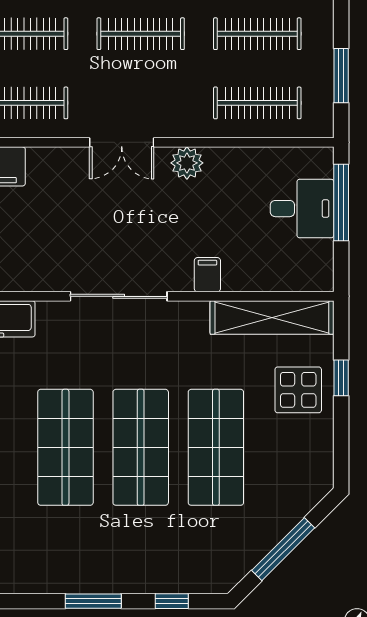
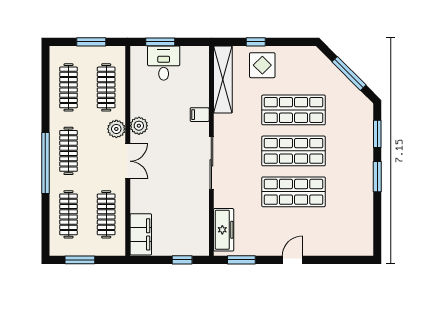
plant: (181, 122) -> (116, 129), added
window: (341, 202) -> (160, 42), width x0.69
window: (172, 601) -> (377, 134), width x1.50

